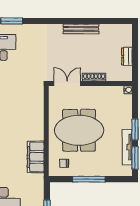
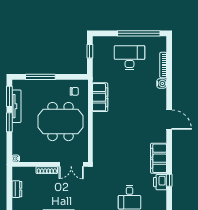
window: (89, 179) -> (40, 77), moved

